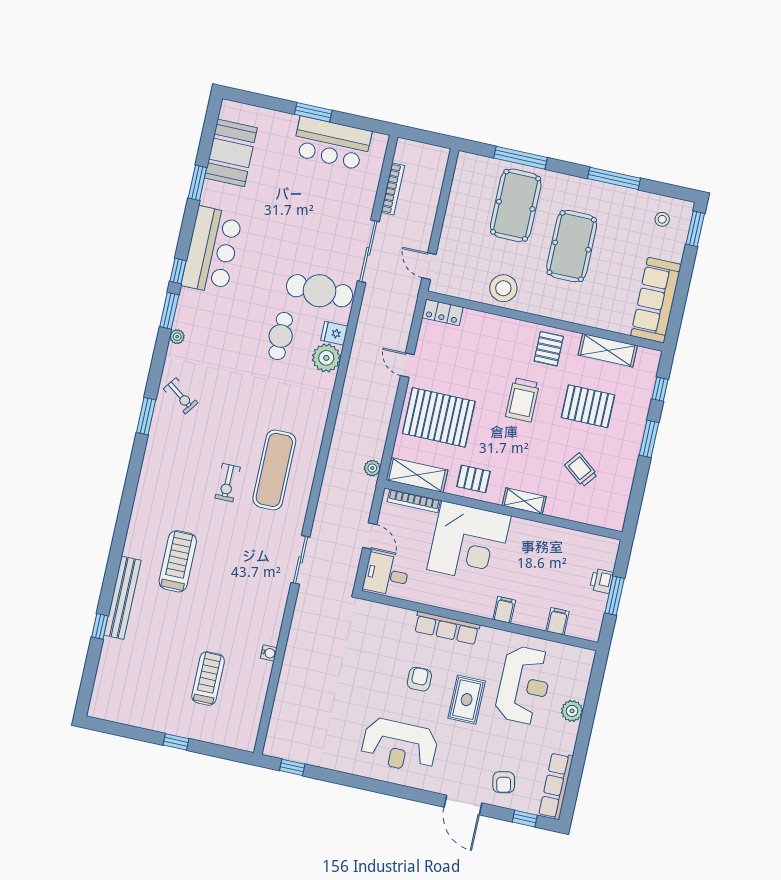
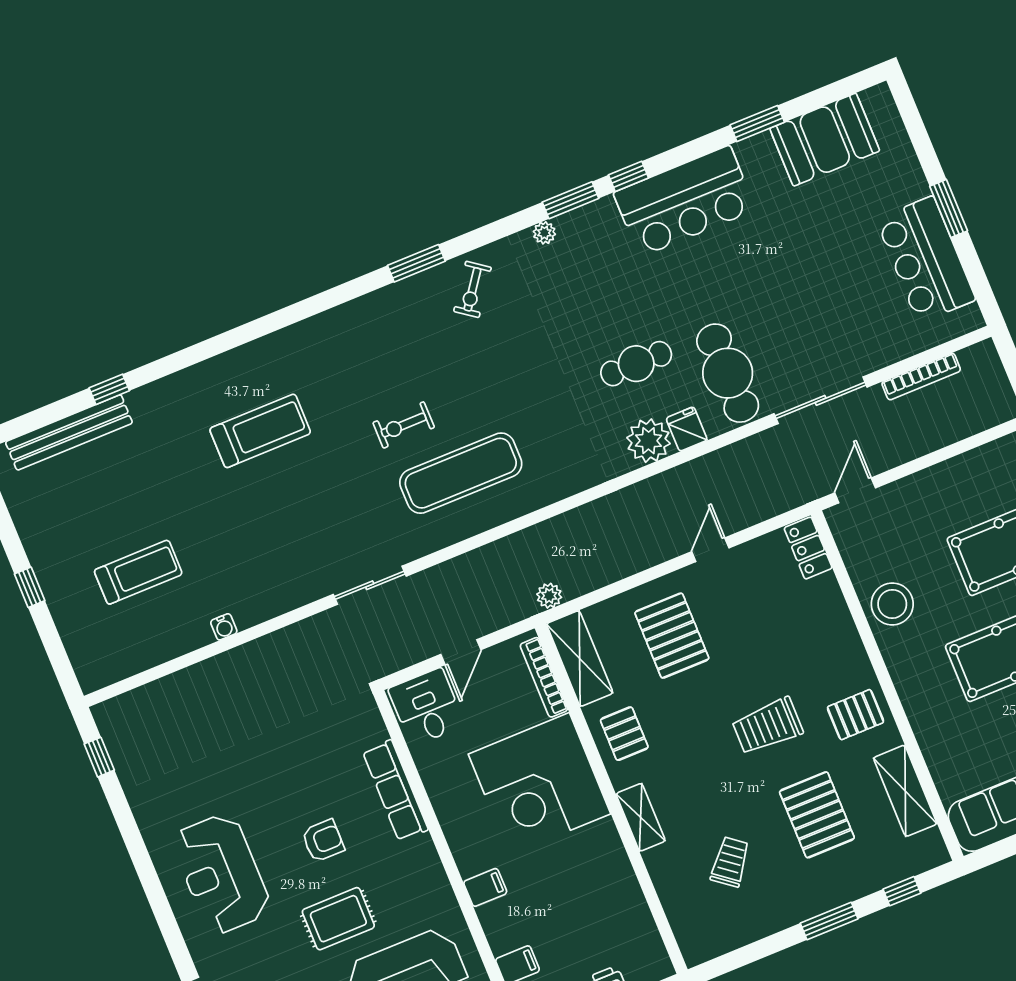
pallet: (439, 417) -> (672, 636), width x0.73, depth x0.71
bench: (123, 598) -> (69, 432), moved
row of seats: (447, 628) -> (395, 790), moved

